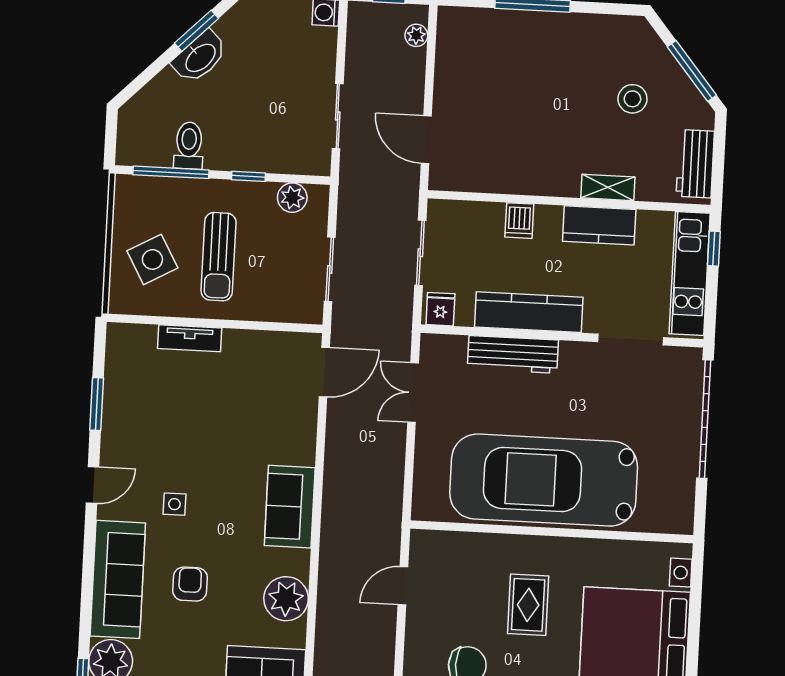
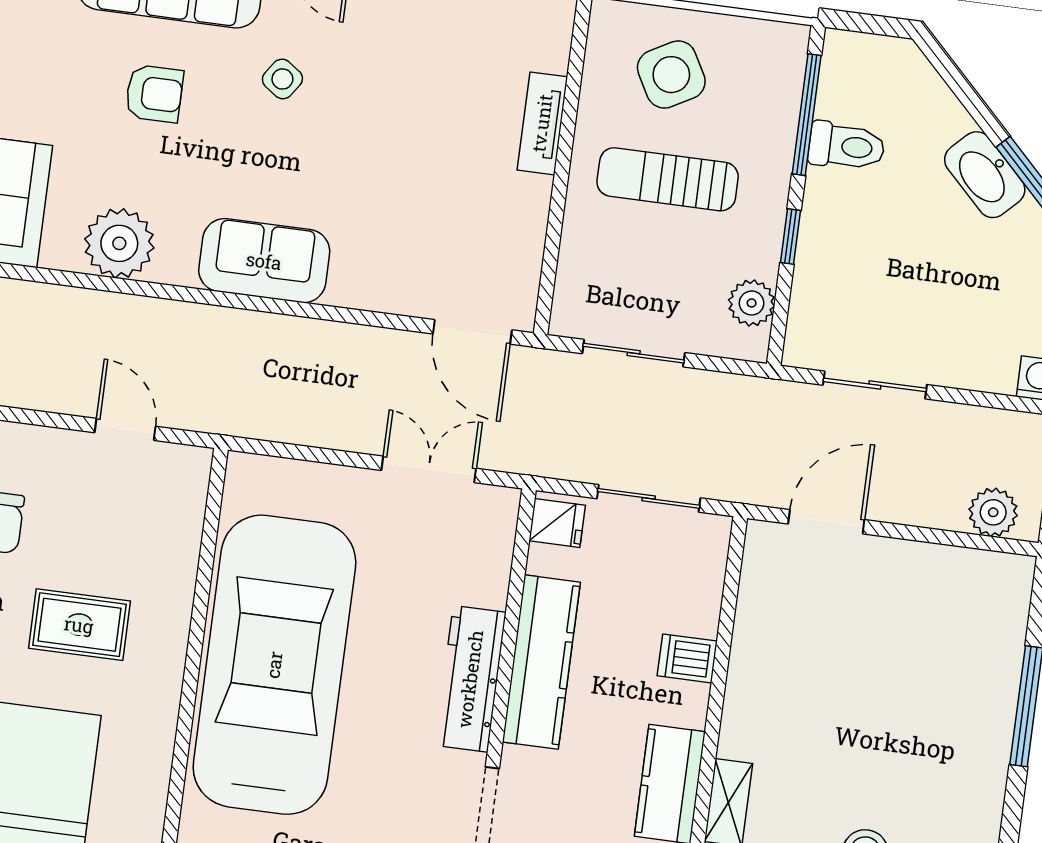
plant: (416, 35) -> (993, 512), width x1.38, depth x1.38
workbench: (513, 354) -> (470, 679), moved
side table: (174, 504) -> (282, 79), turned 35

